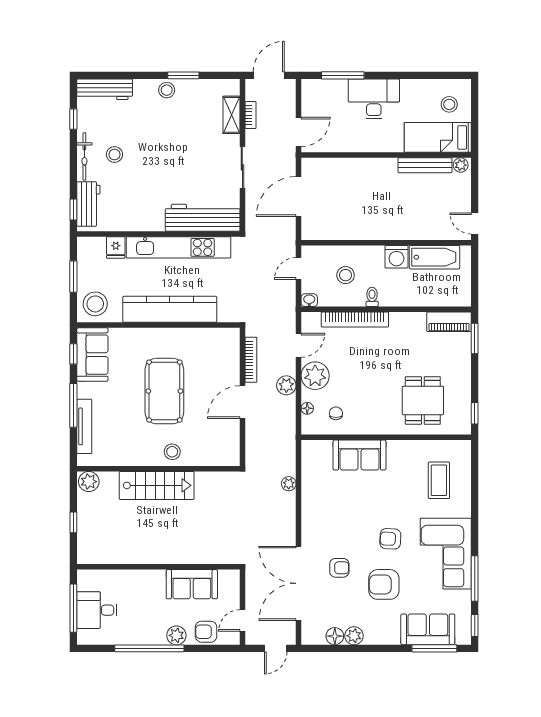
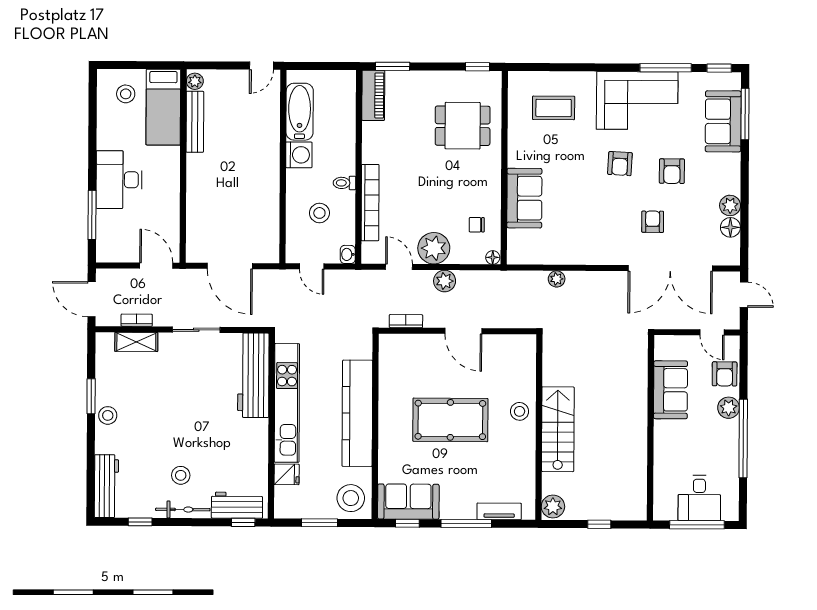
bookcase: (251, 360) -> (406, 321), width x0.64
floor lamp: (307, 408) -> (493, 257), moved
tv unit: (84, 426) -> (499, 511), width x0.71
armchair: (384, 584) -> (672, 171), width x0.72, depth x0.72

